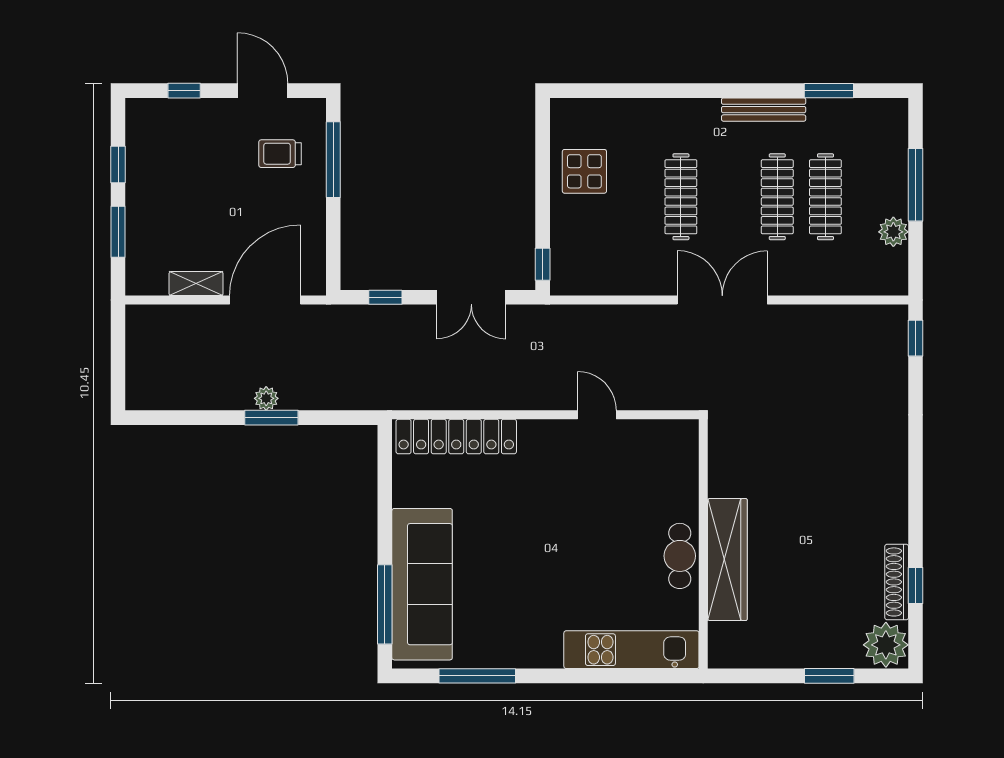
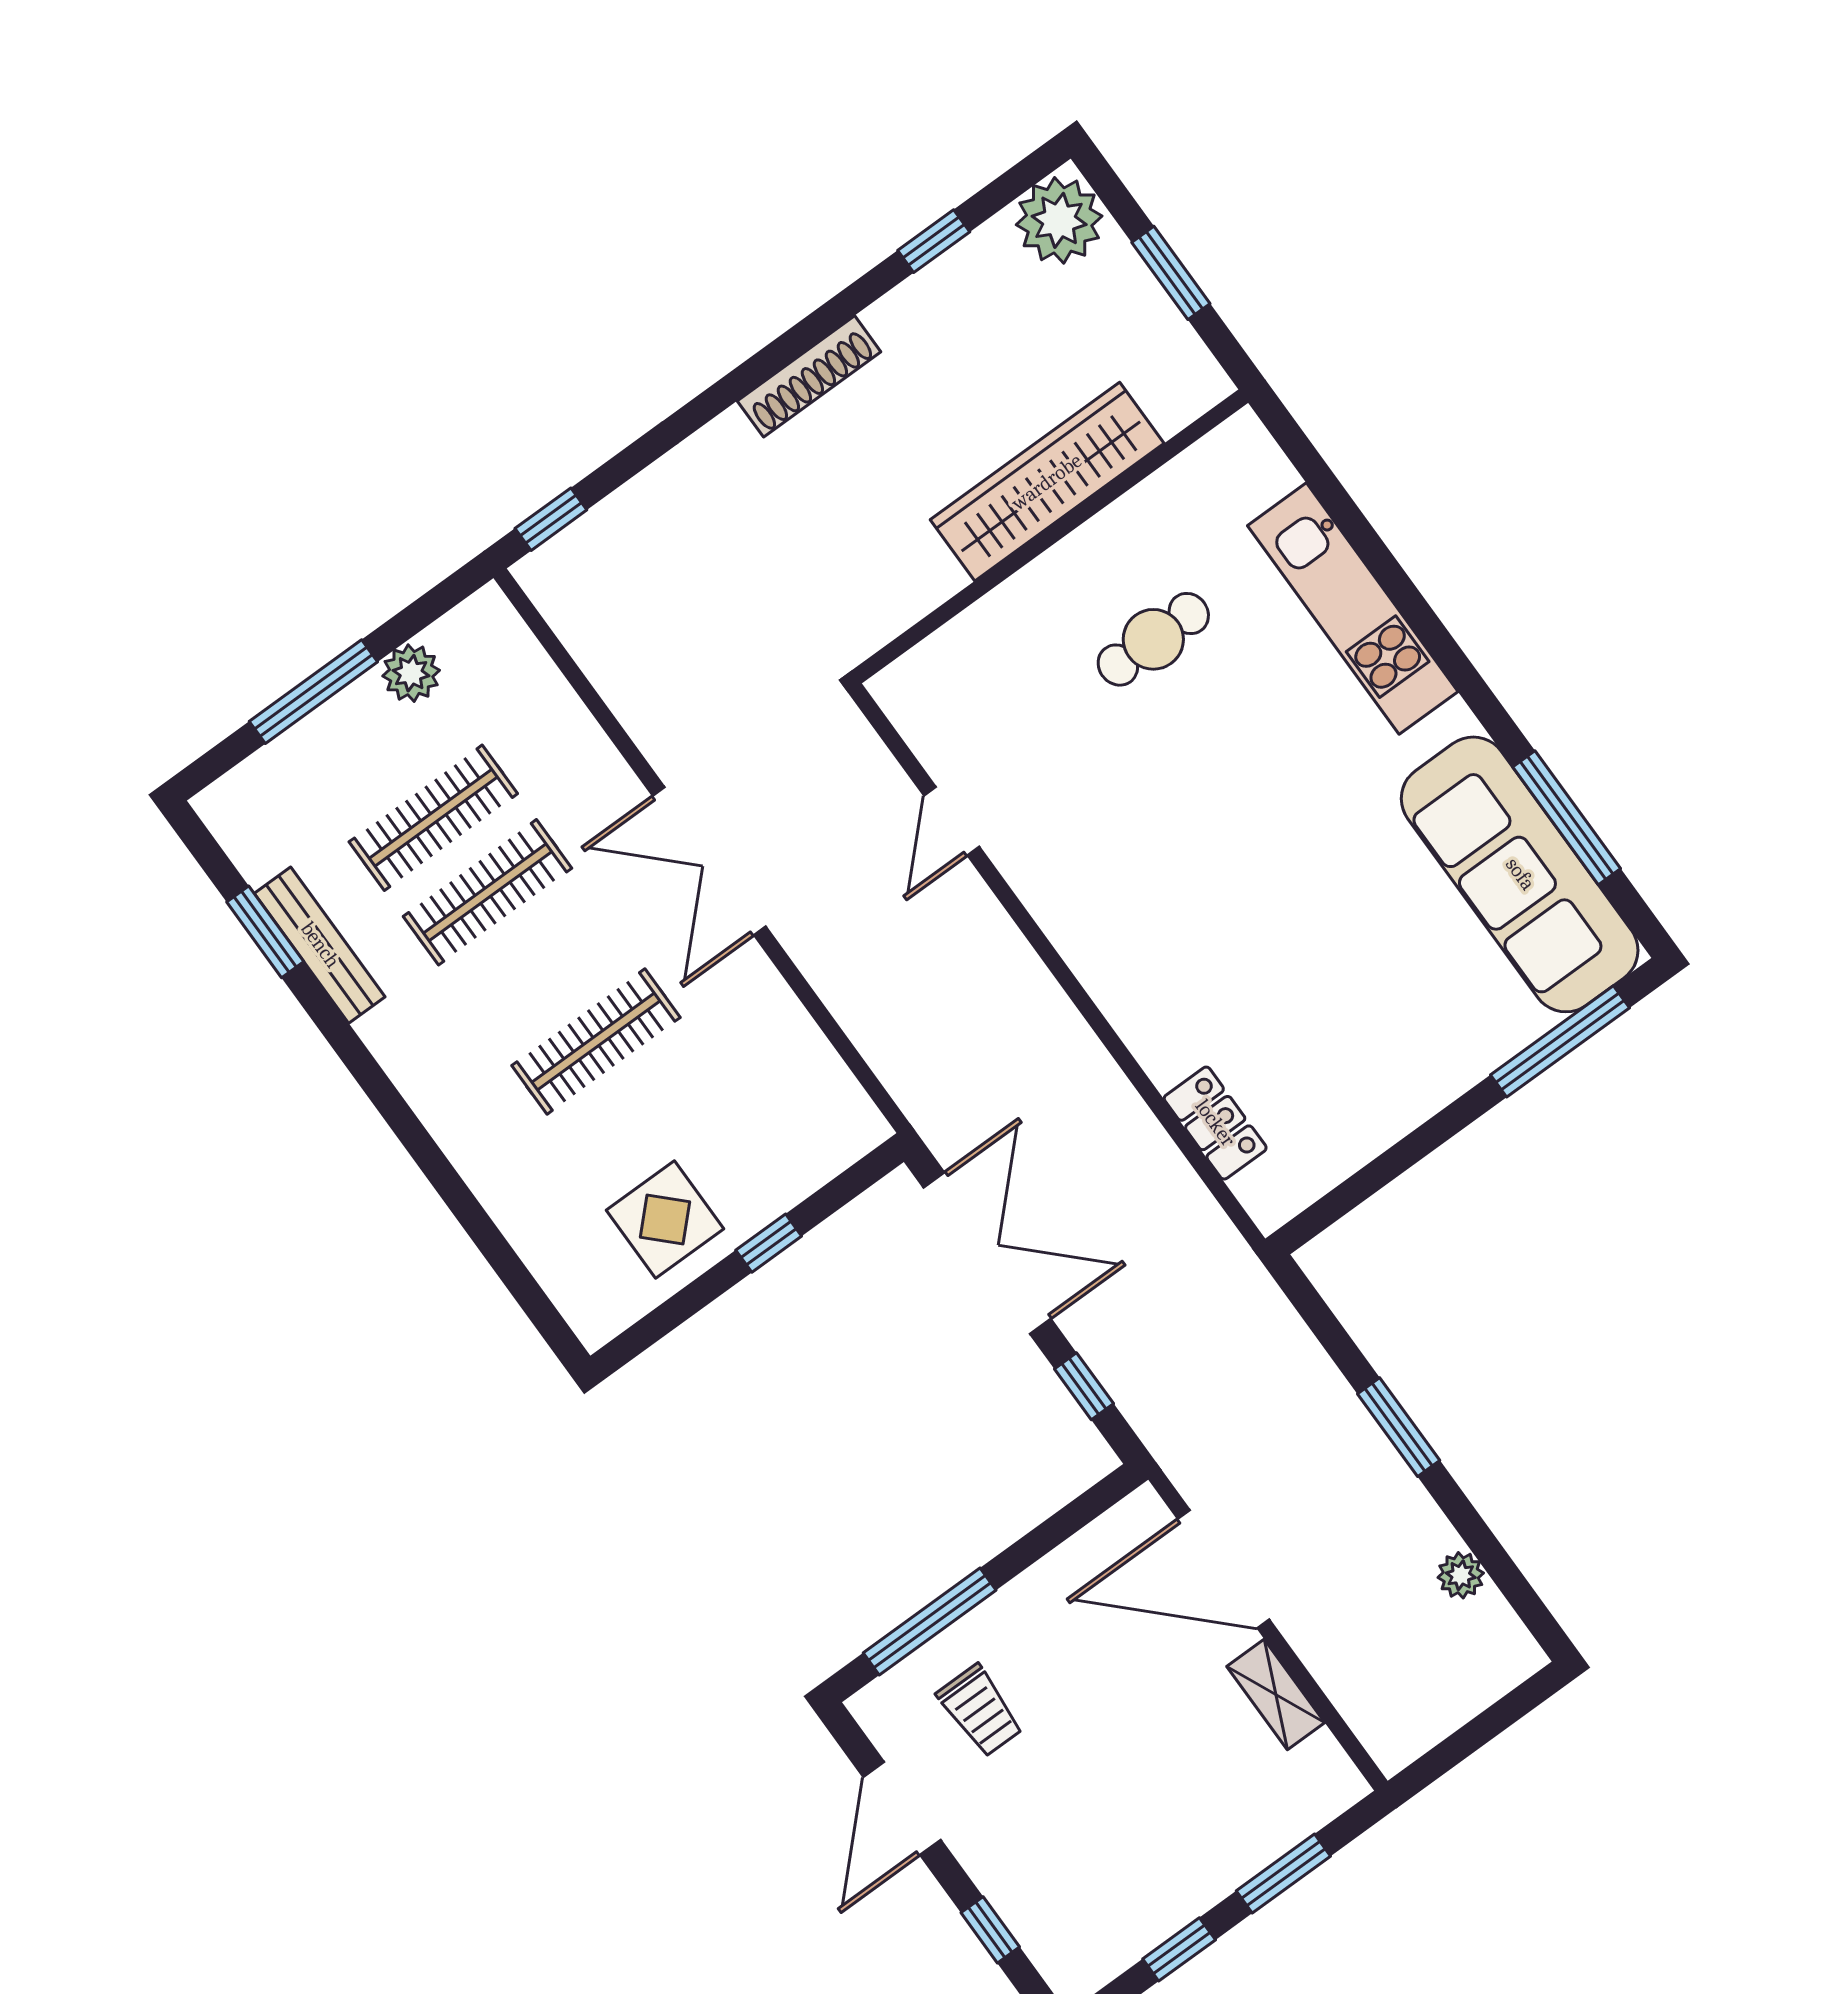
bench: (764, 110) -> (320, 945), moved
window: (543, 264) -> (769, 1243), moved
double door: (471, 297) -> (987, 1253), width x1.37
plant: (266, 398) -> (1461, 1575), moved
door: (597, 415) -> (952, 821), moved
locker: (456, 436) -> (1215, 1123), width x0.46, depth x0.83
wall: (703, 544) -> (1050, 536), moved
wardrobe: (727, 560) -> (1047, 482), moved
shoe rack: (897, 582) -> (809, 376), moved
sofa: (422, 584) -> (1520, 874), moved, turned -90

